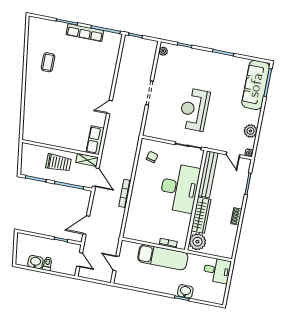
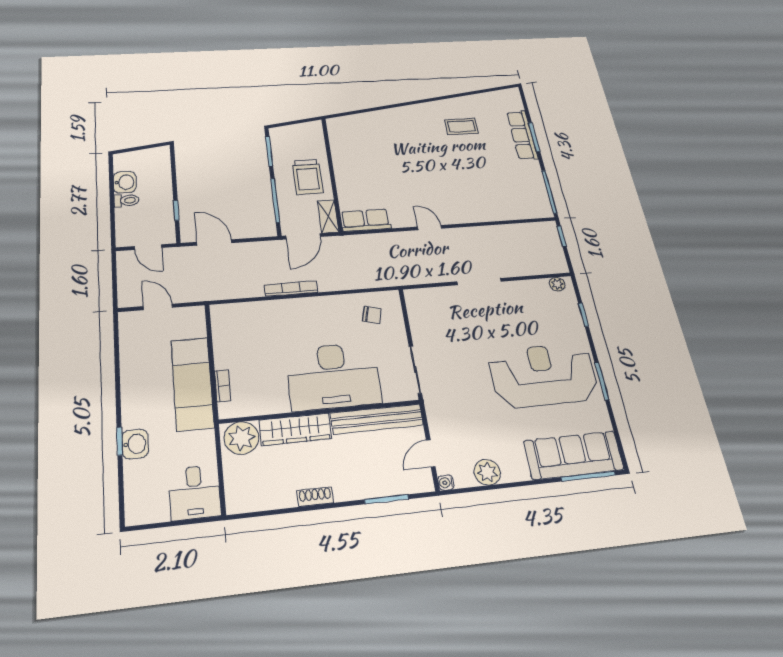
row of seats: (85, 33) -> (522, 135), moved
reception desk: (194, 110) -> (543, 375), moved, width x1.36, depth x1.30
door: (80, 260) -> (148, 247), hinge flipped
door: (116, 263) -> (158, 307), hinge flipped

